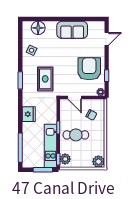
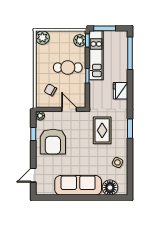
sofa: (72, 30) -> (78, 185), width x1.36

